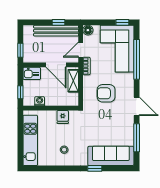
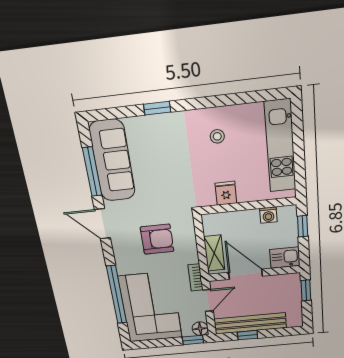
window: (122, 22) -> (193, 340), moved
sofa: (111, 156) -> (112, 161), moved, turned -90

